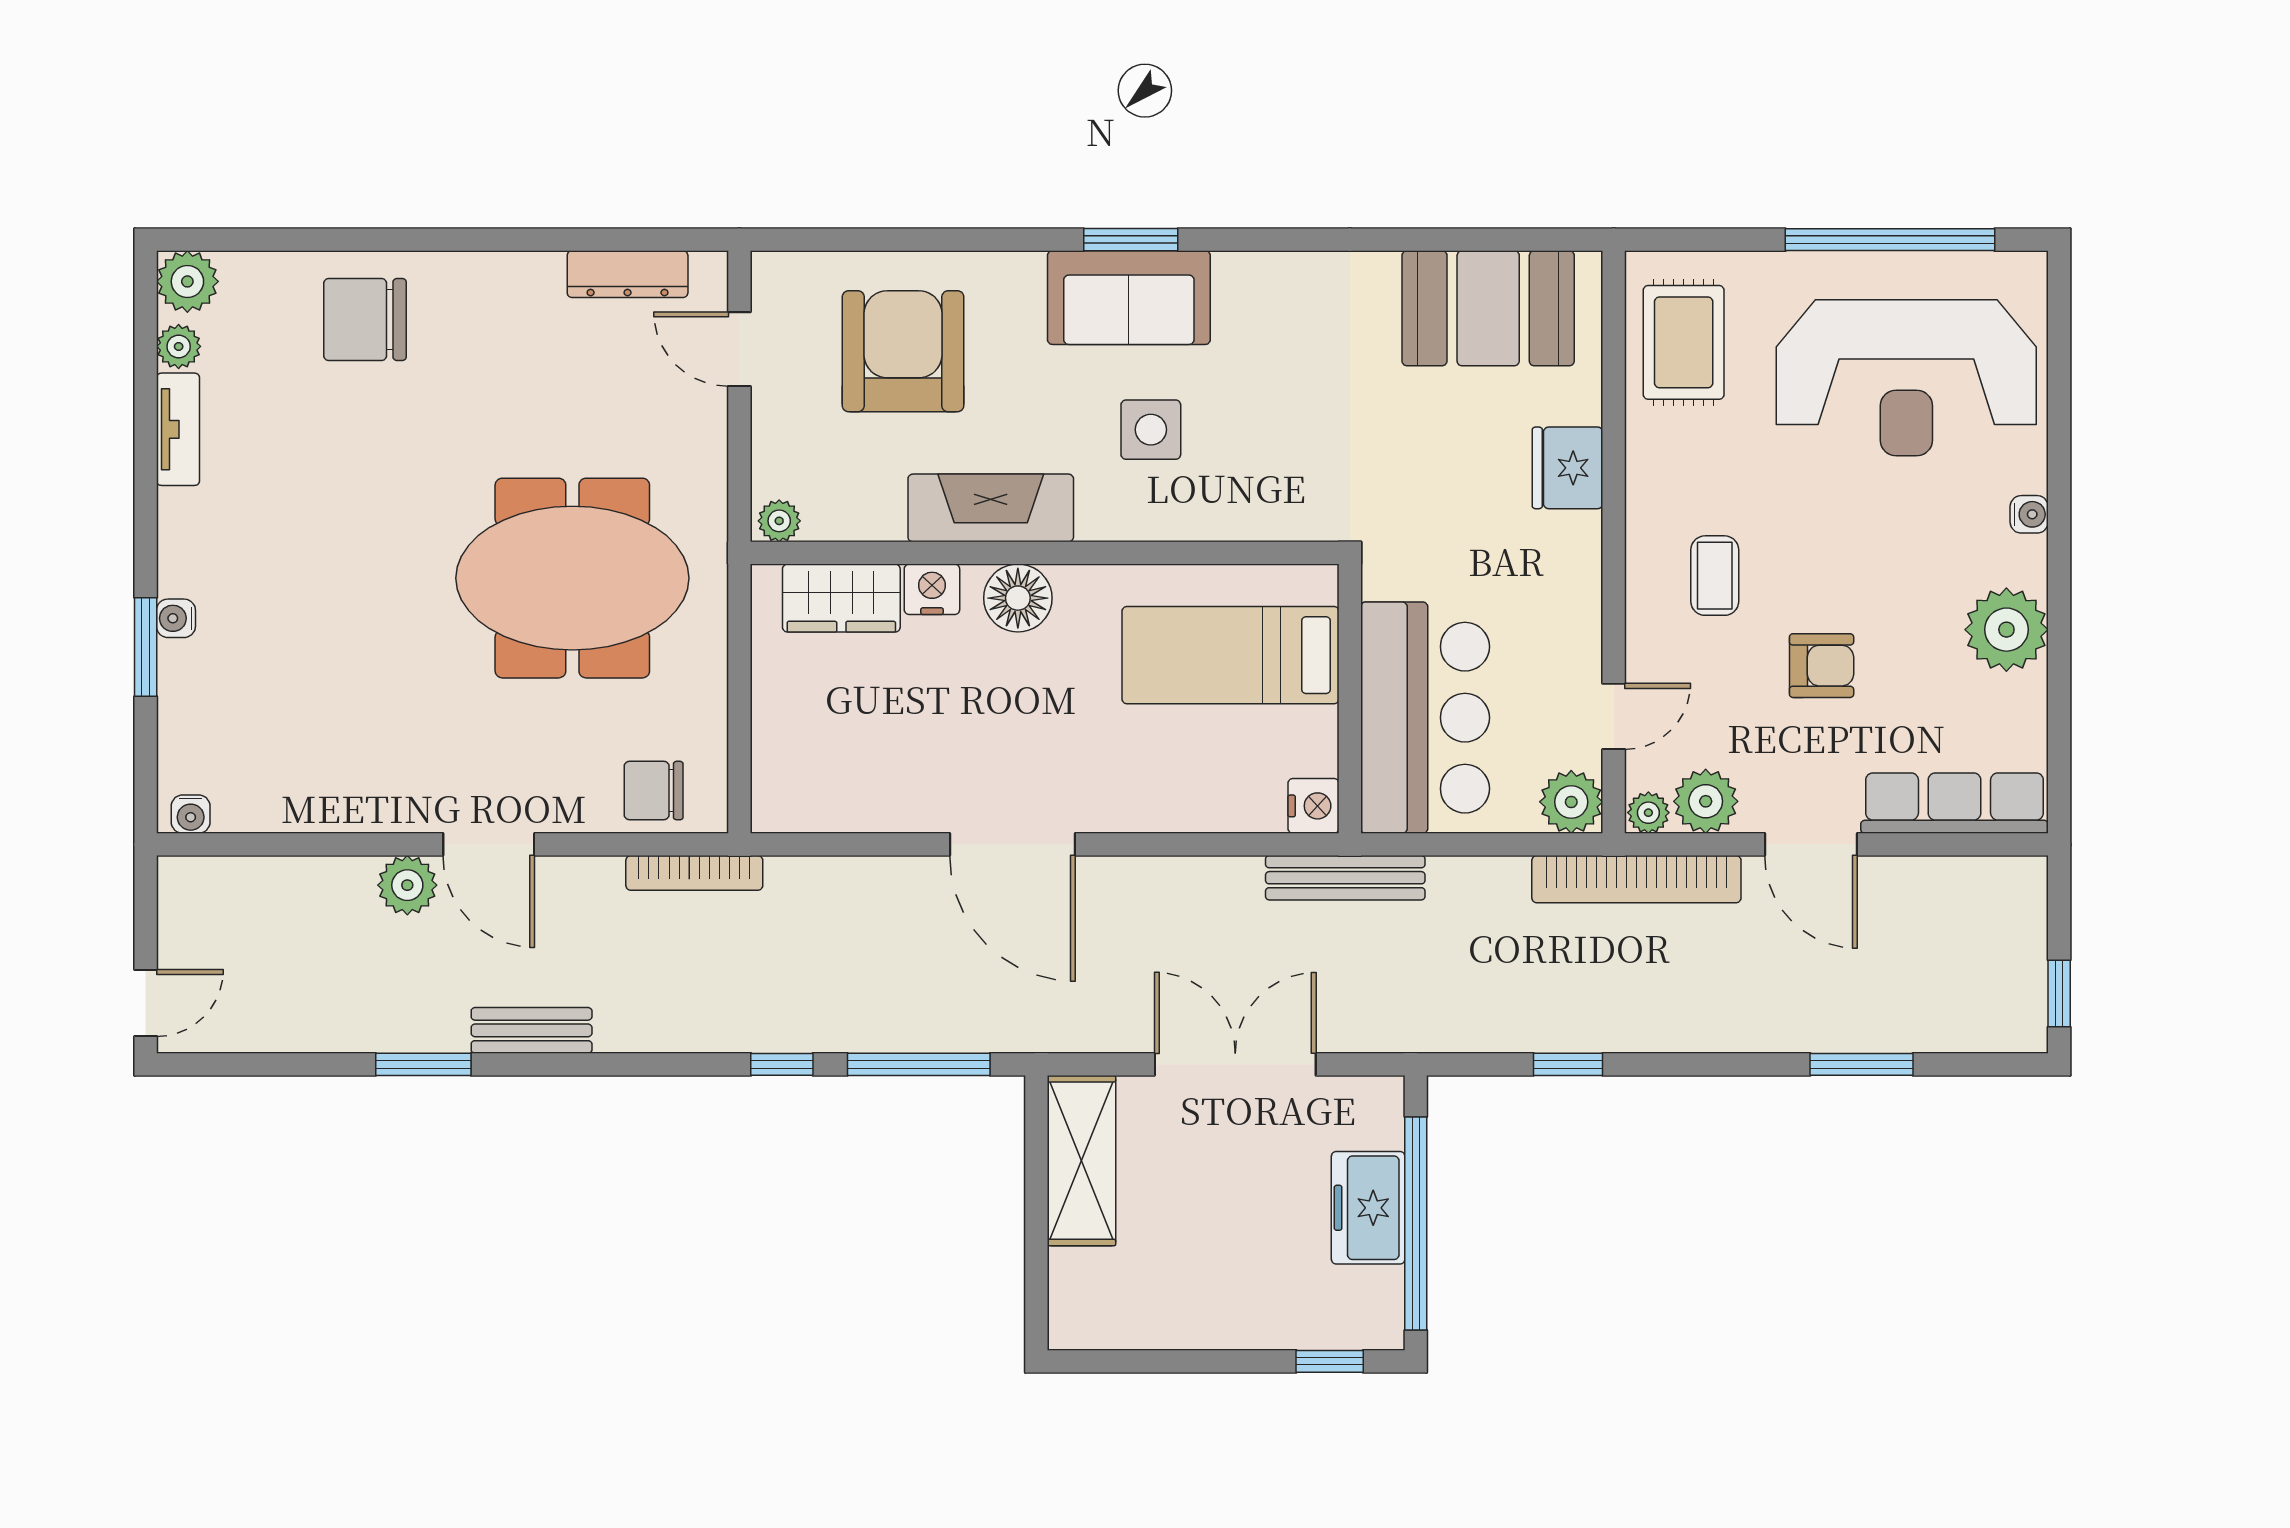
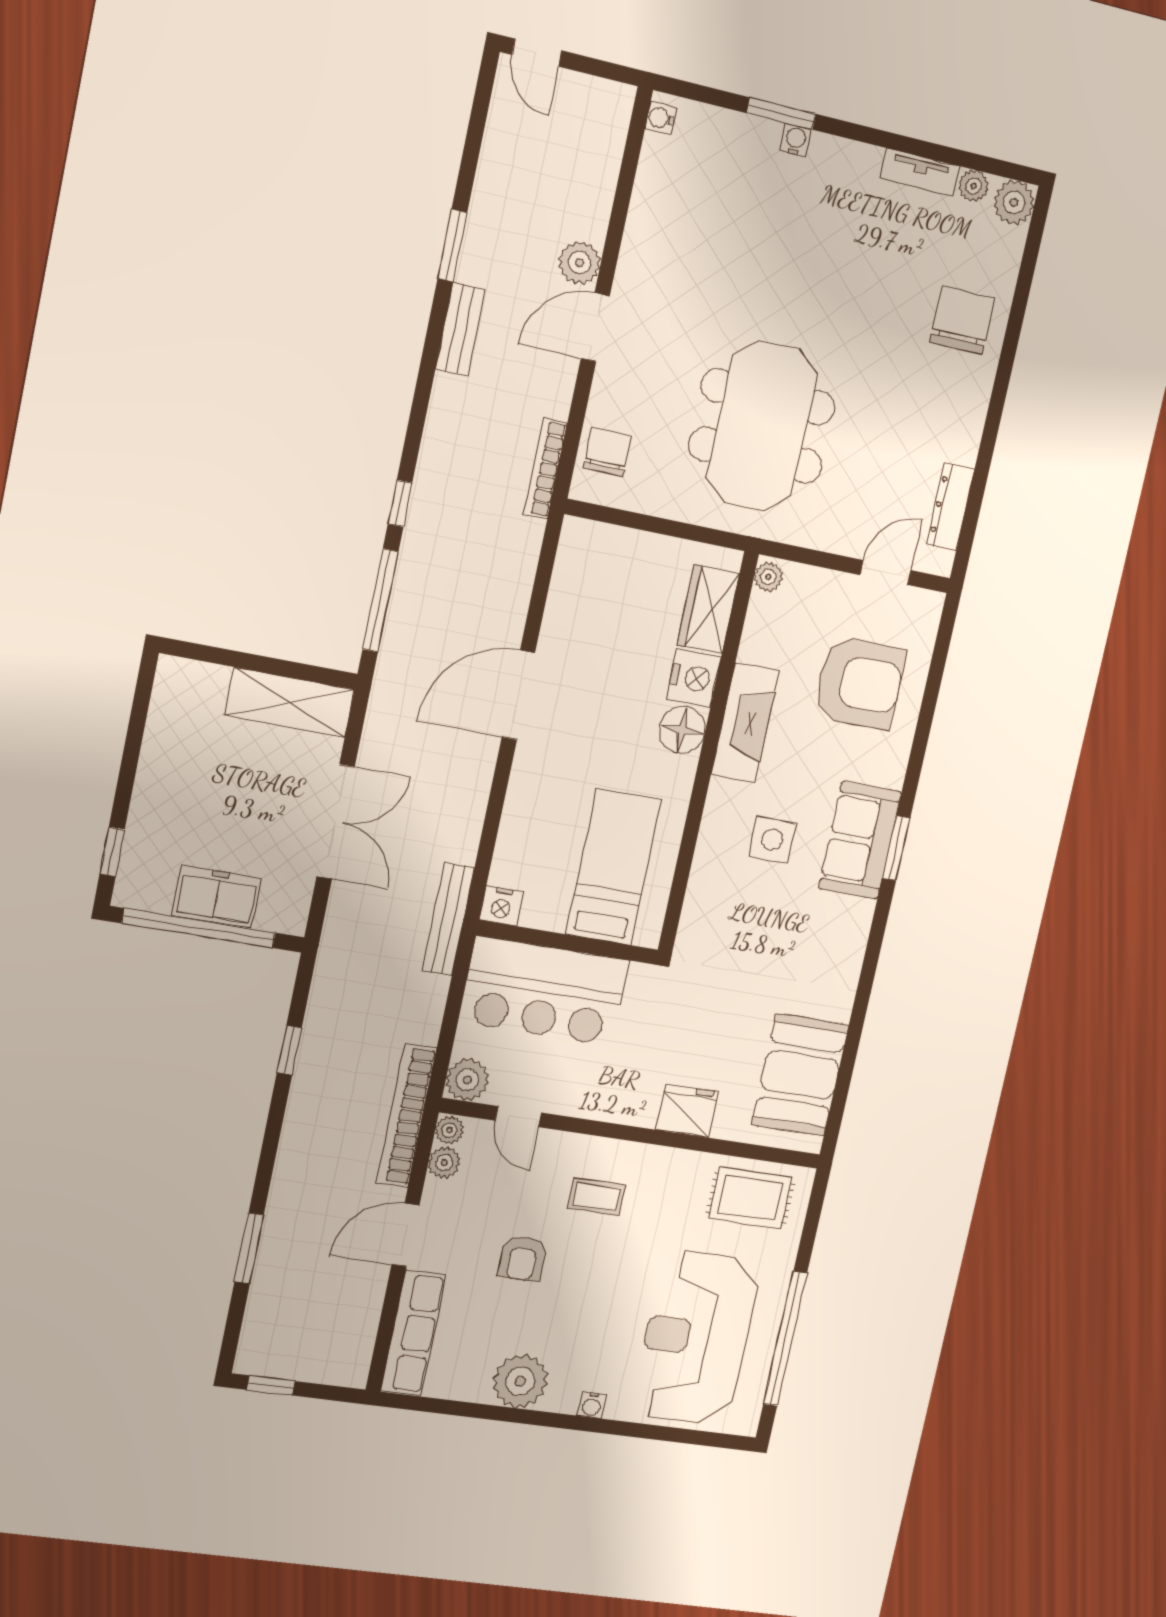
nightstand: (932, 589) -> (694, 678), width x1.36, depth x1.33
plant: (1706, 801) -> (444, 1163), width x0.73, depth x0.73

